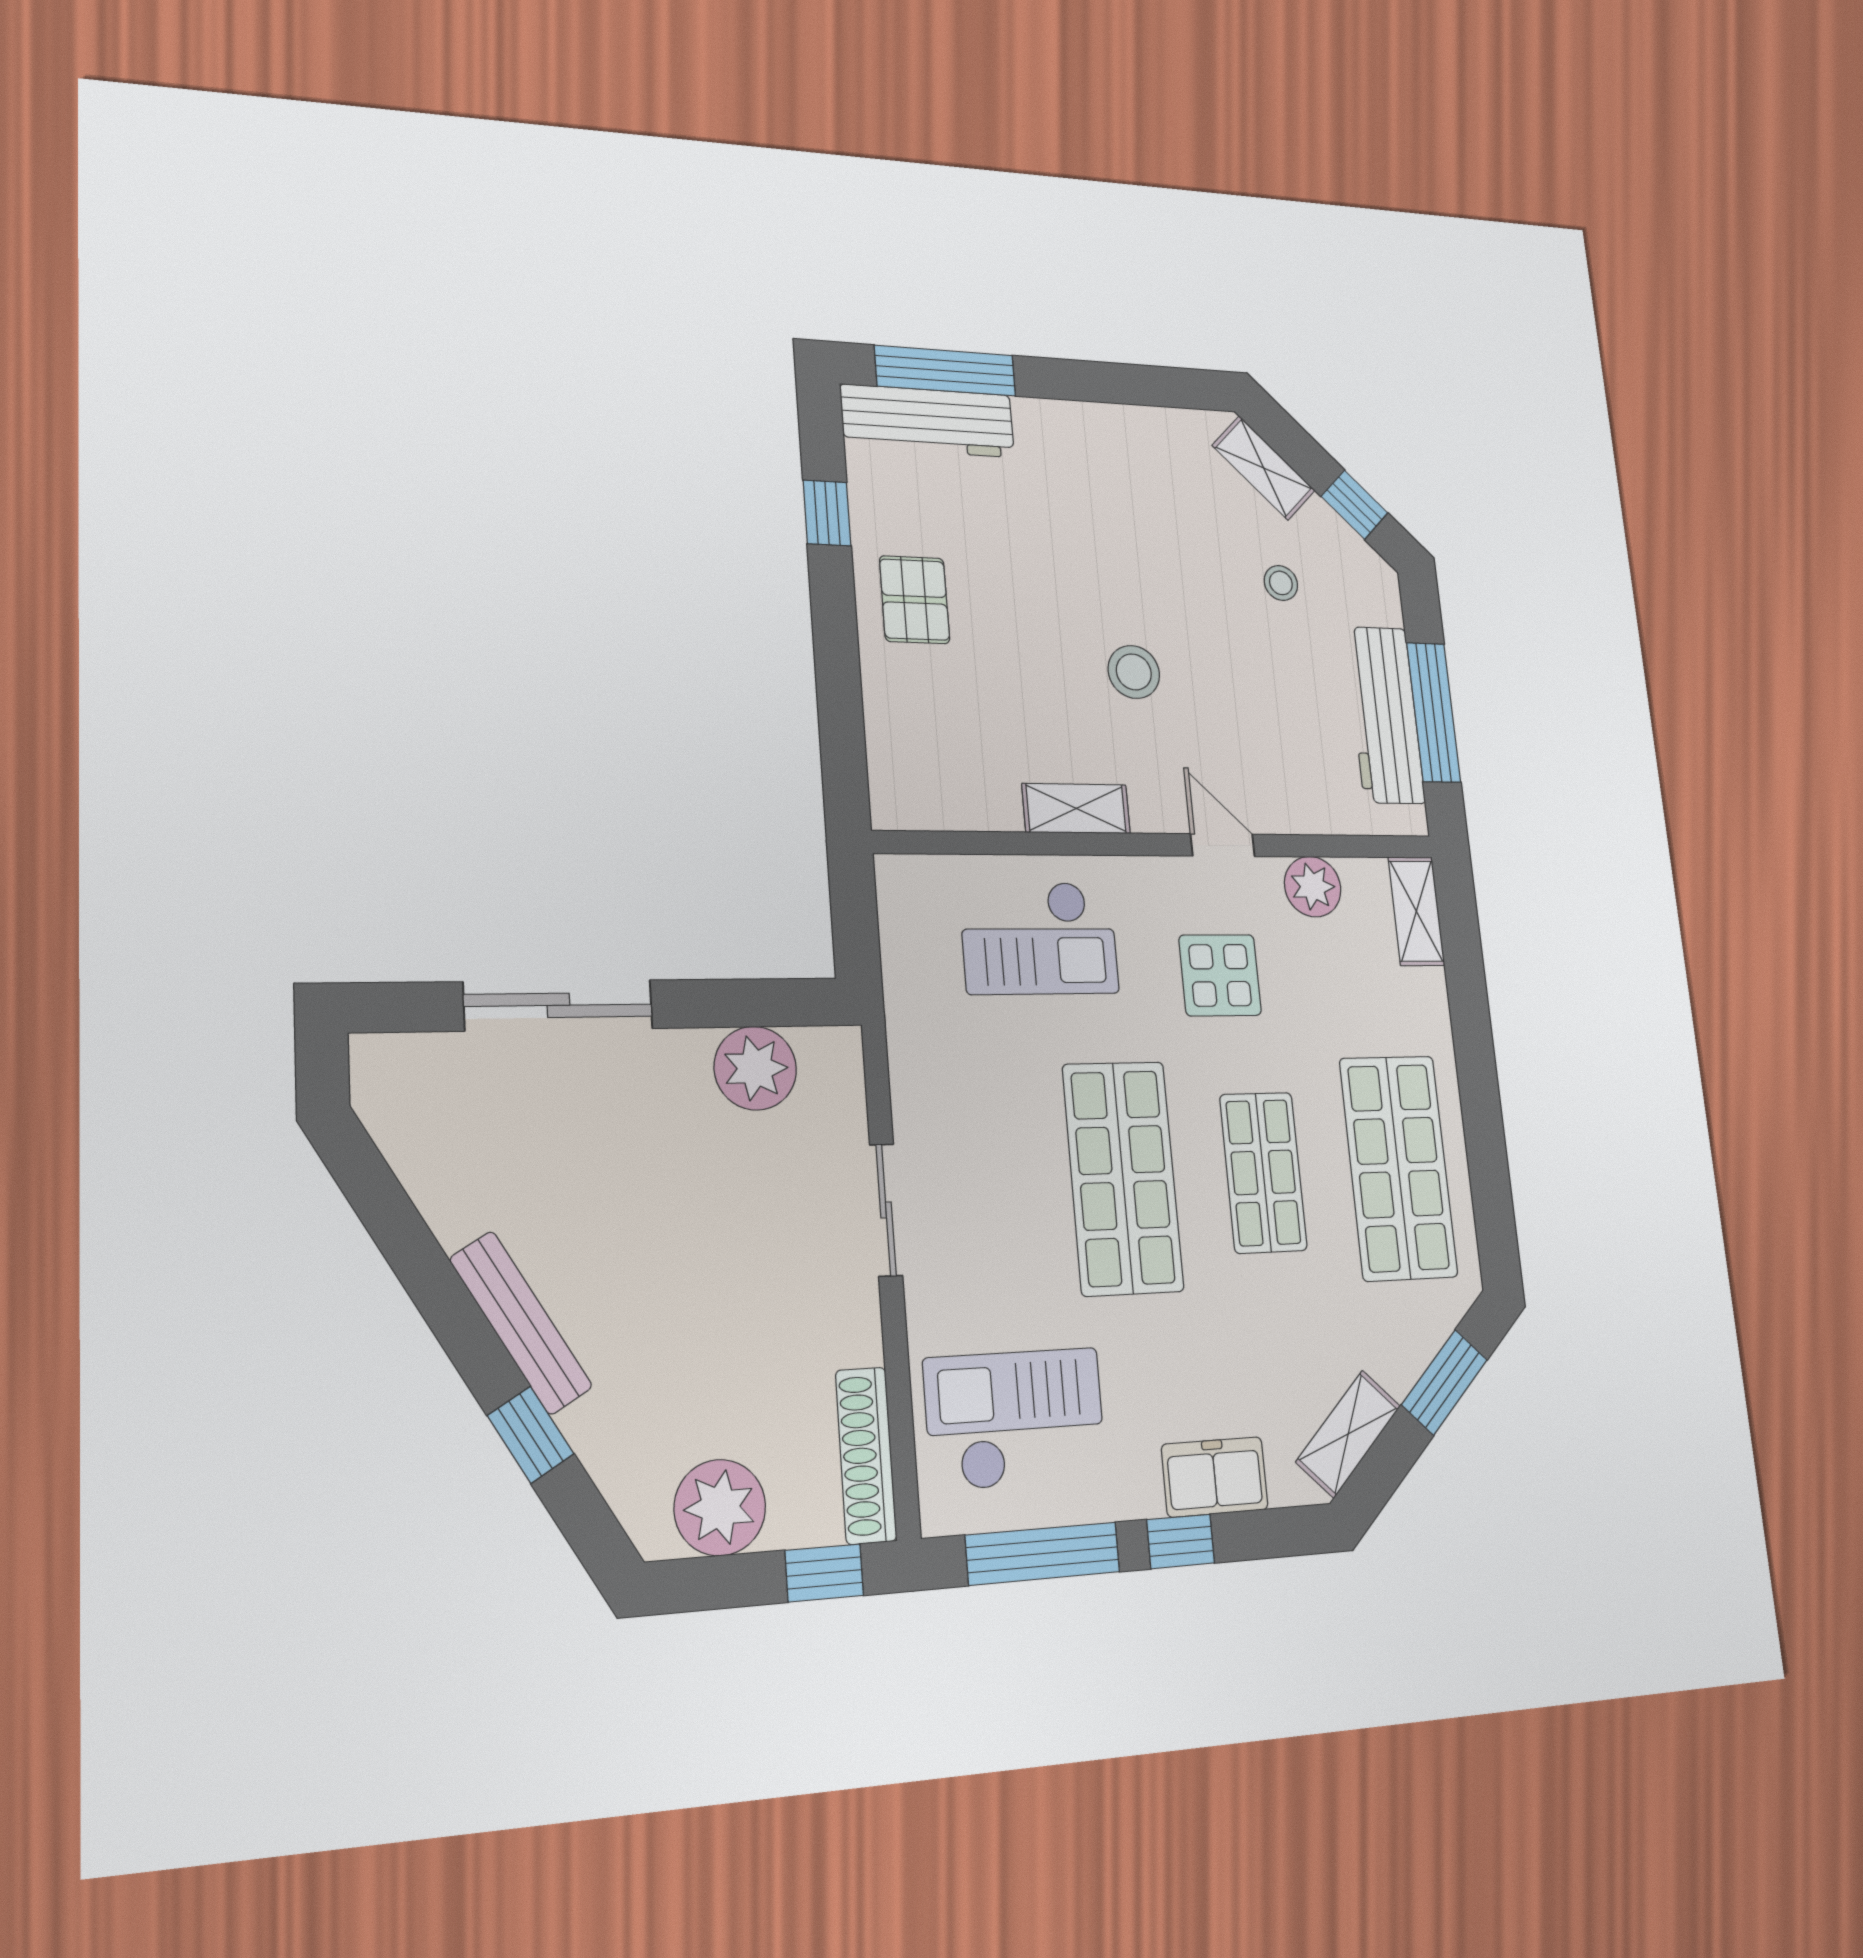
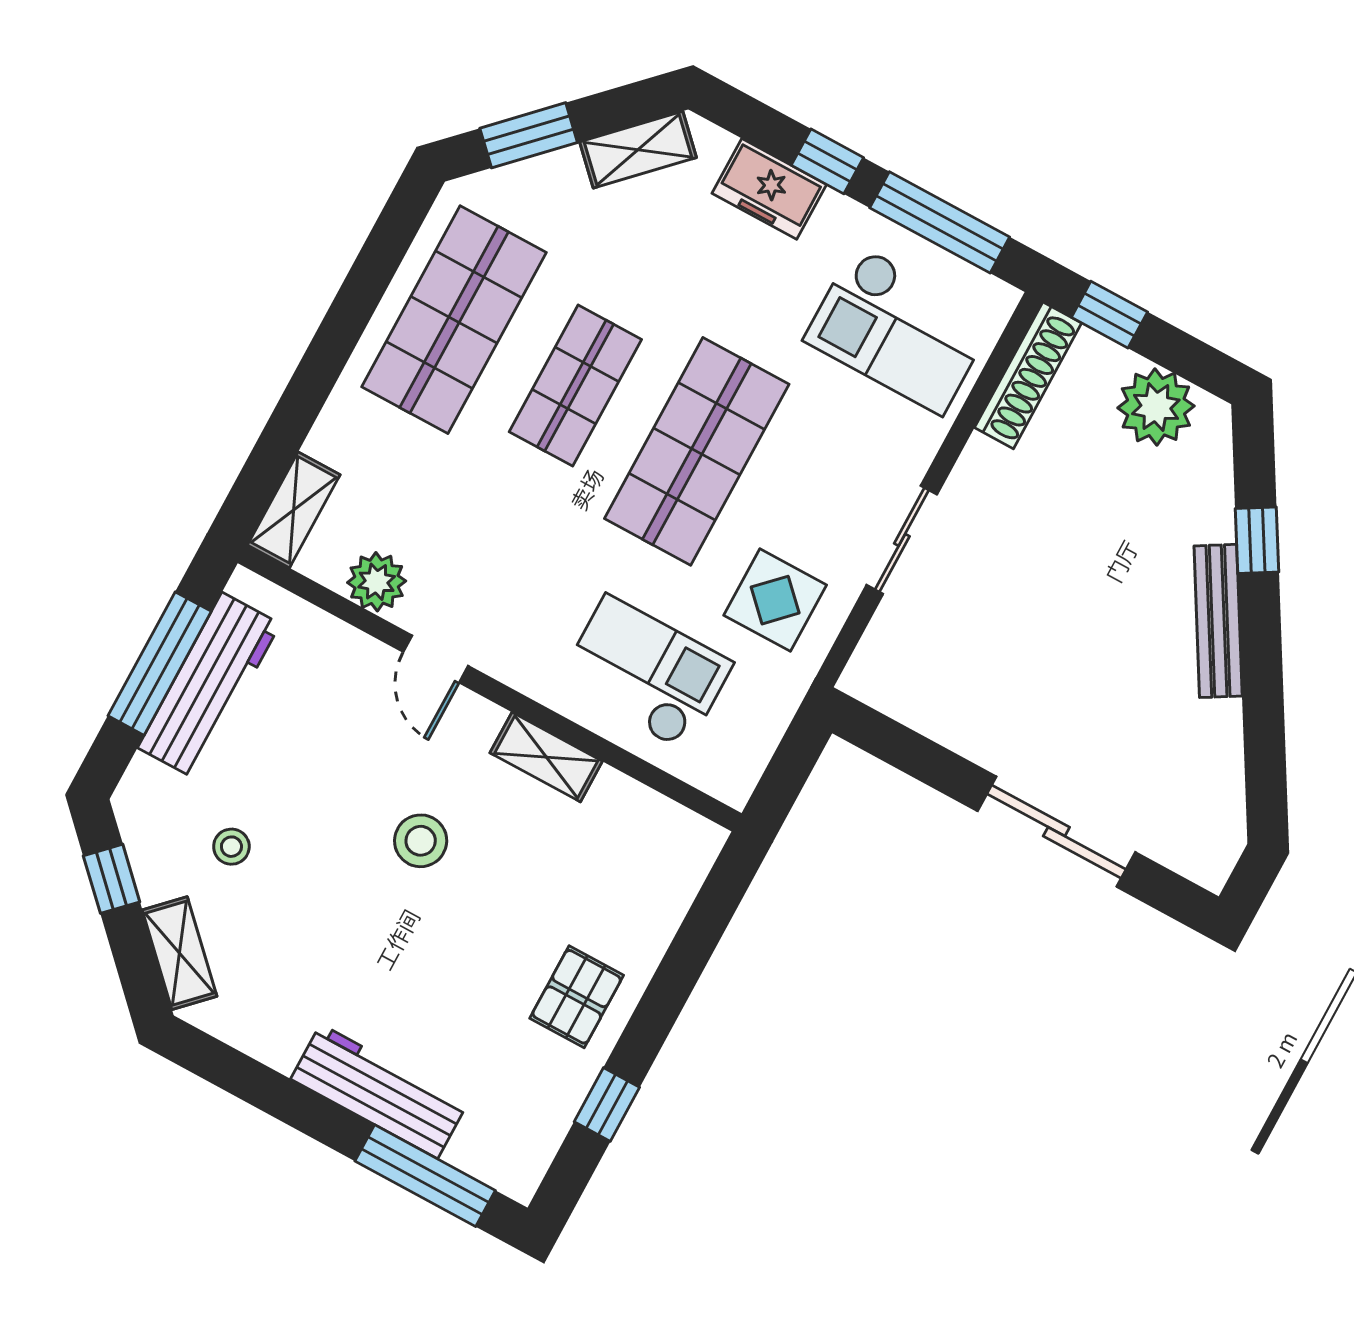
workbench: (928, 421) -> (379, 1091), moved
display table: (1220, 975) -> (775, 600), moved
plant: (755, 1068) -> (937, 702), removed

